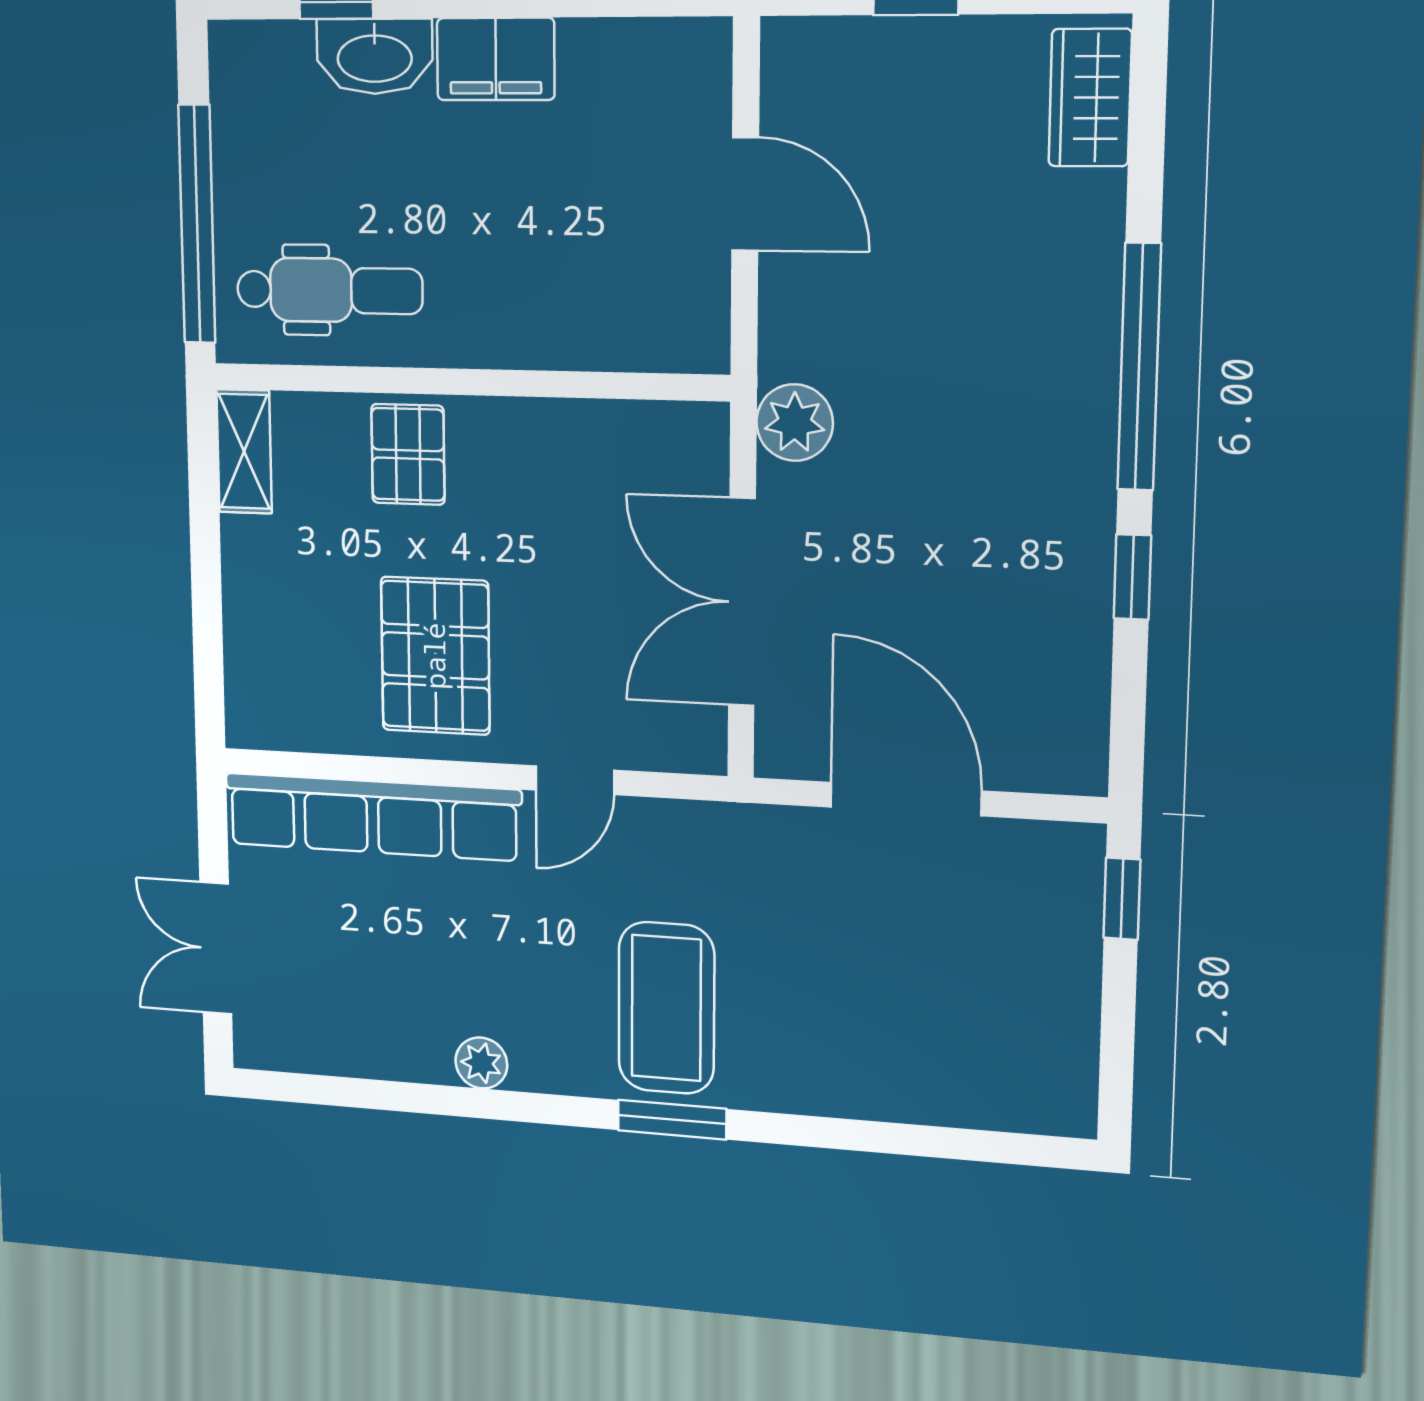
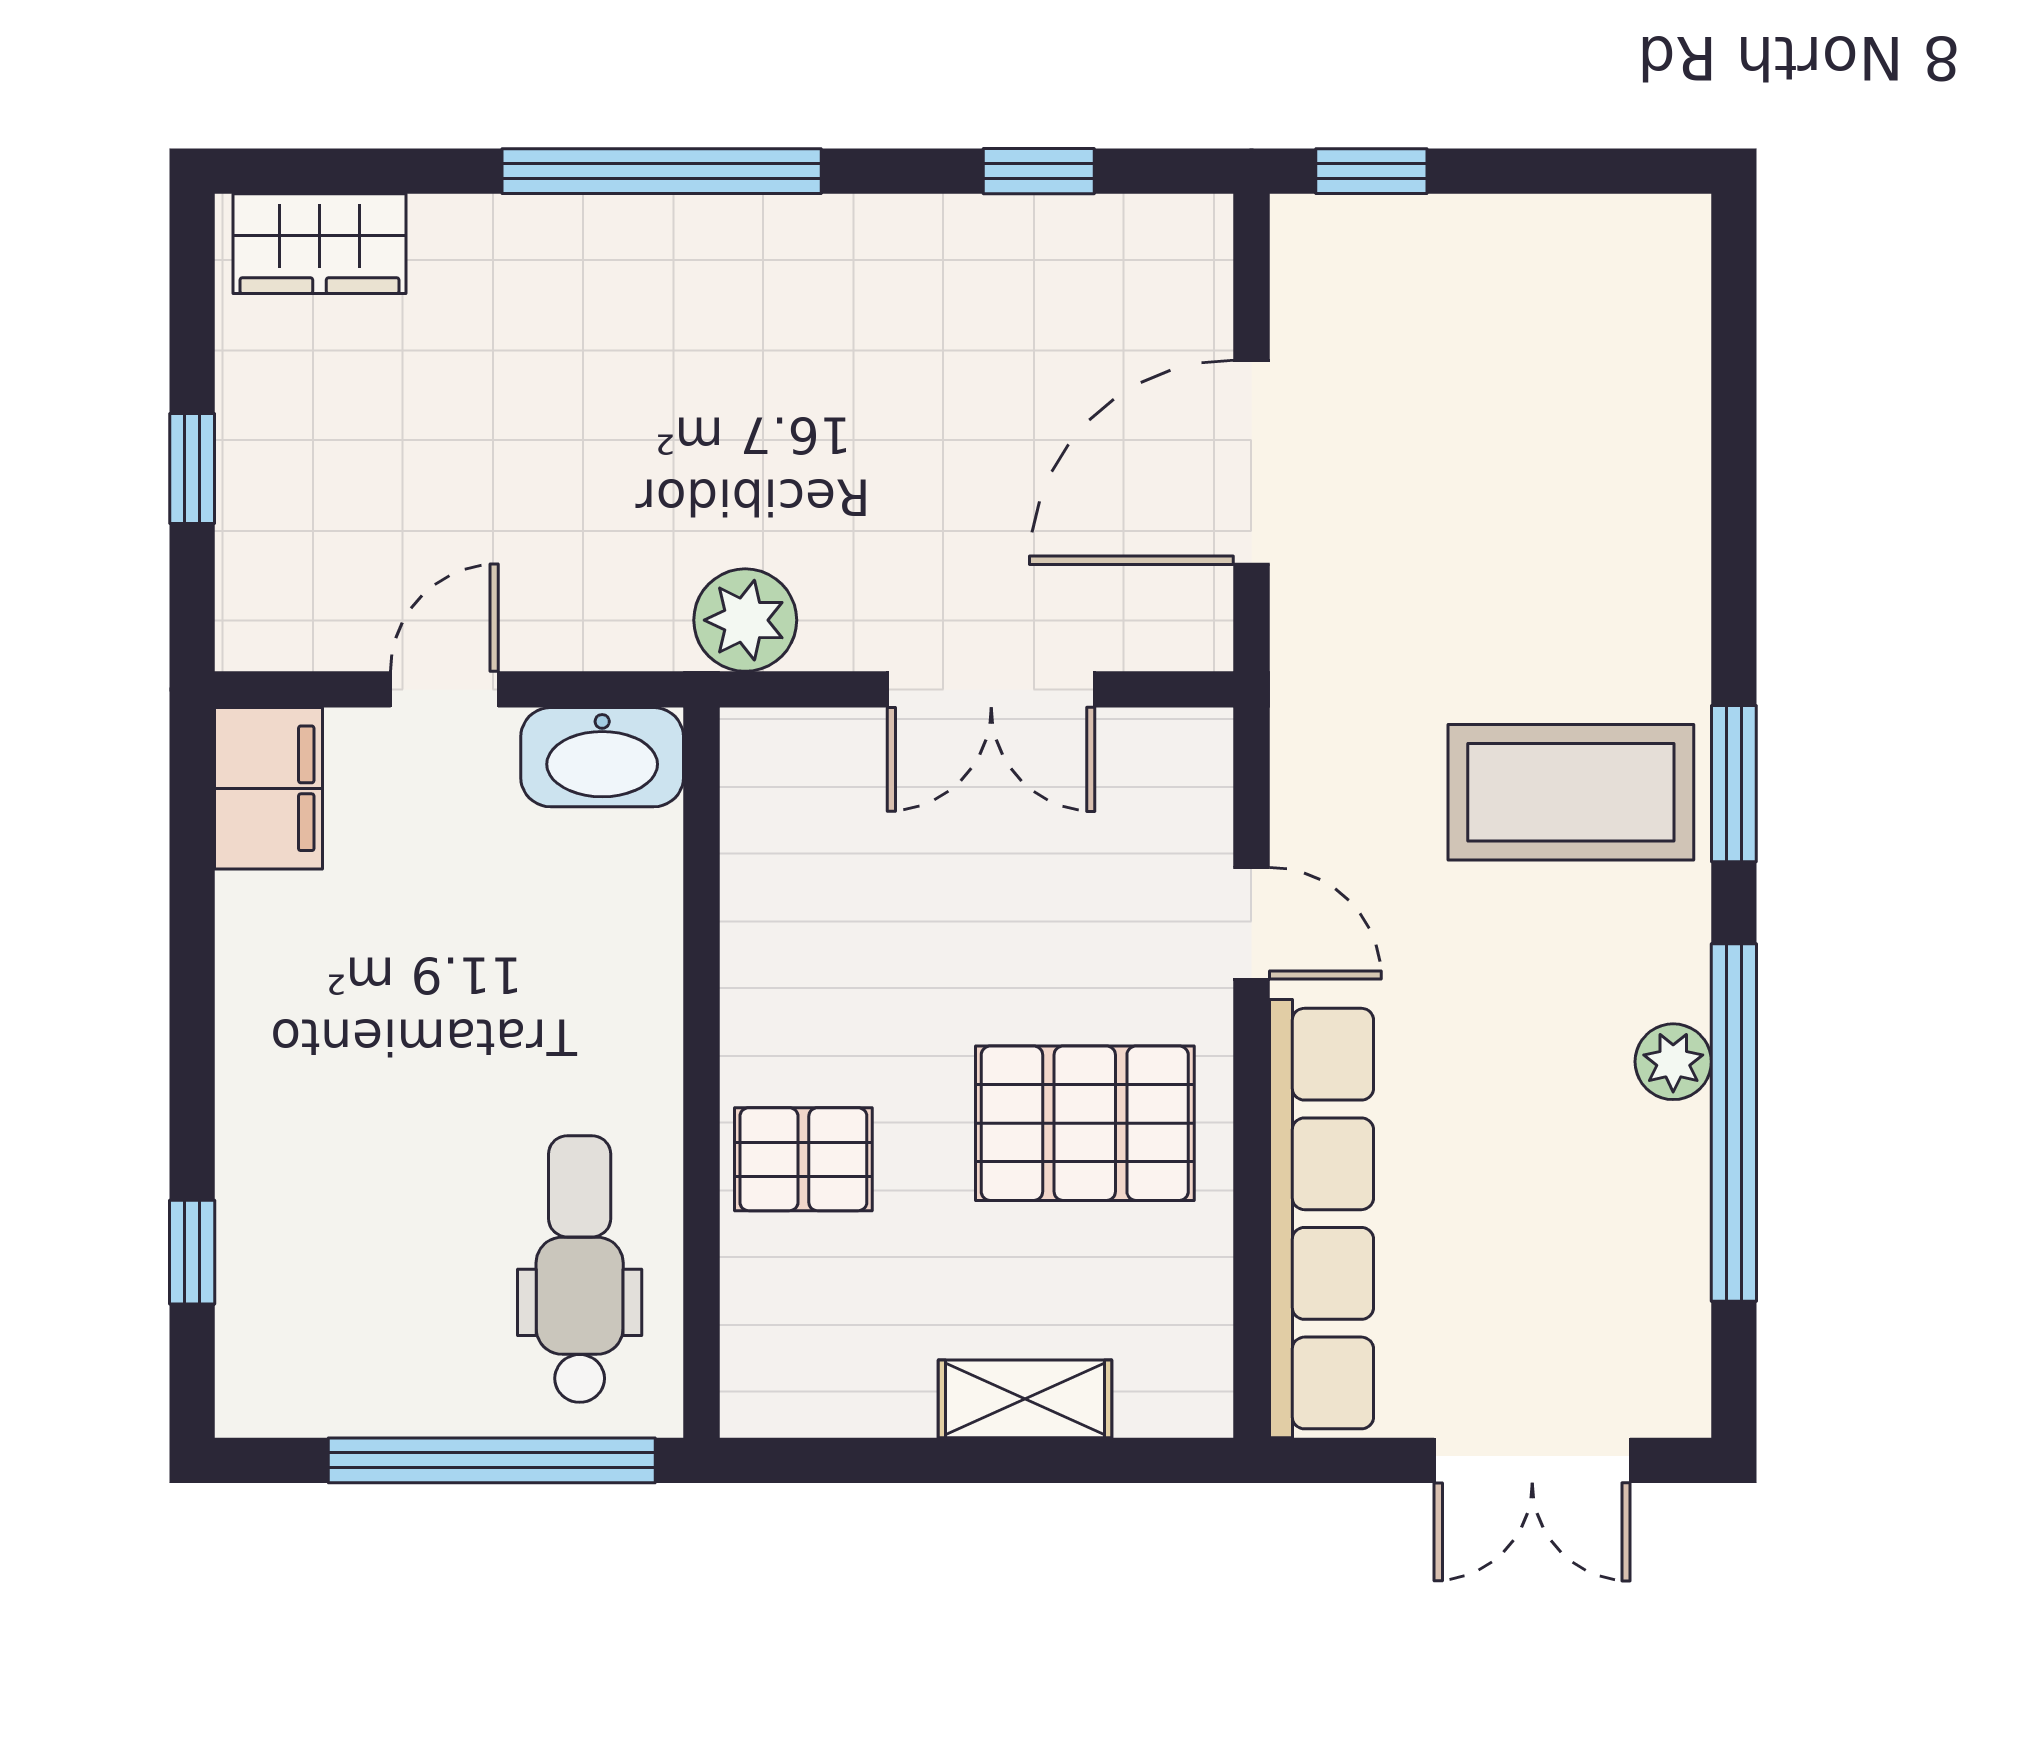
washbasin: (375, 56) -> (602, 757), moved, turned 90
filing cabinet: (496, 59) -> (269, 788), moved
door: (745, 194) -> (444, 689), width x0.73
shelving: (244, 451) -> (1025, 1399), moved
window: (1132, 577) -> (1039, 171), moved
double door: (742, 602) -> (991, 689), width x0.73
window: (441, 1100) -> (1734, 1122), added

